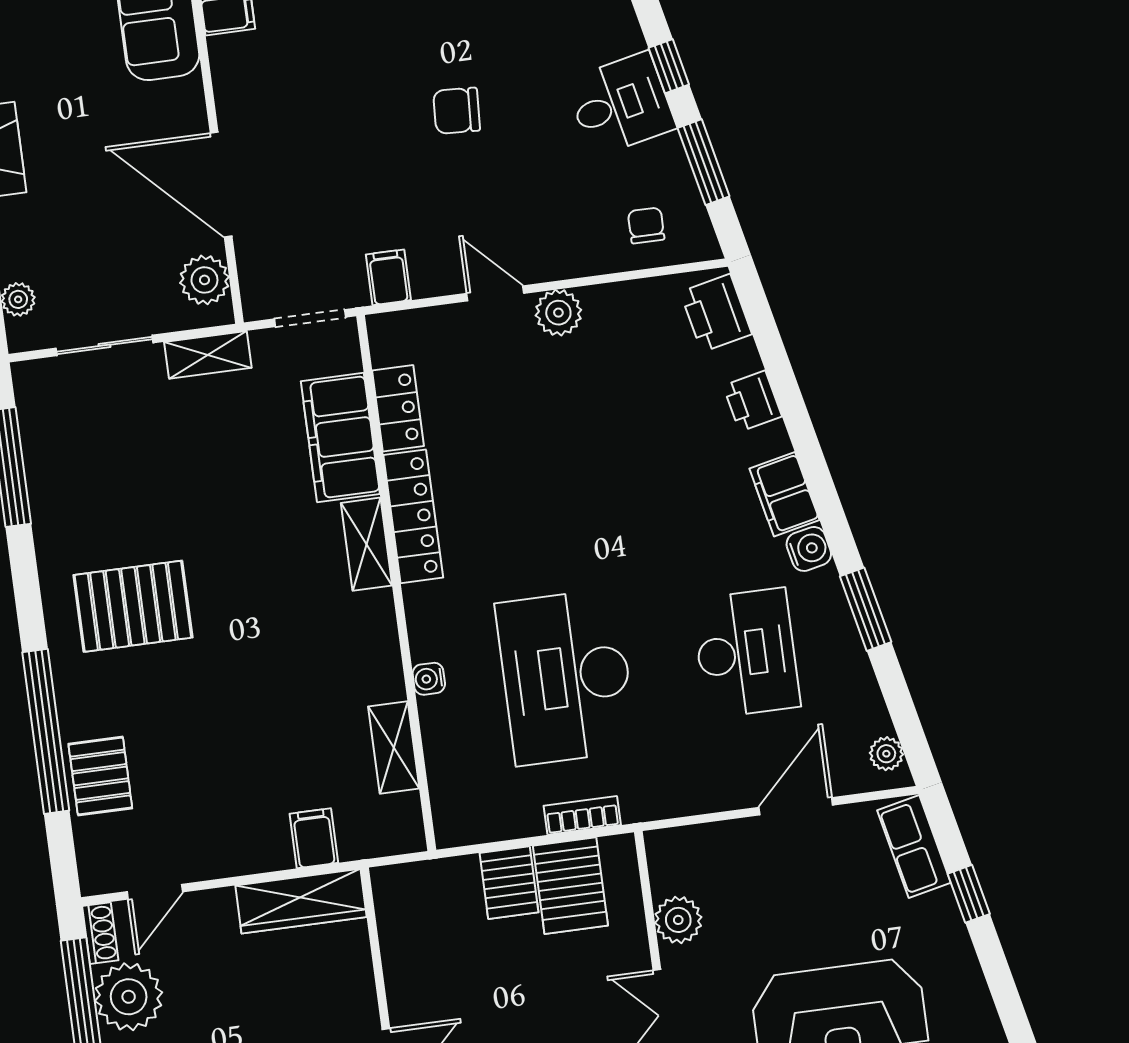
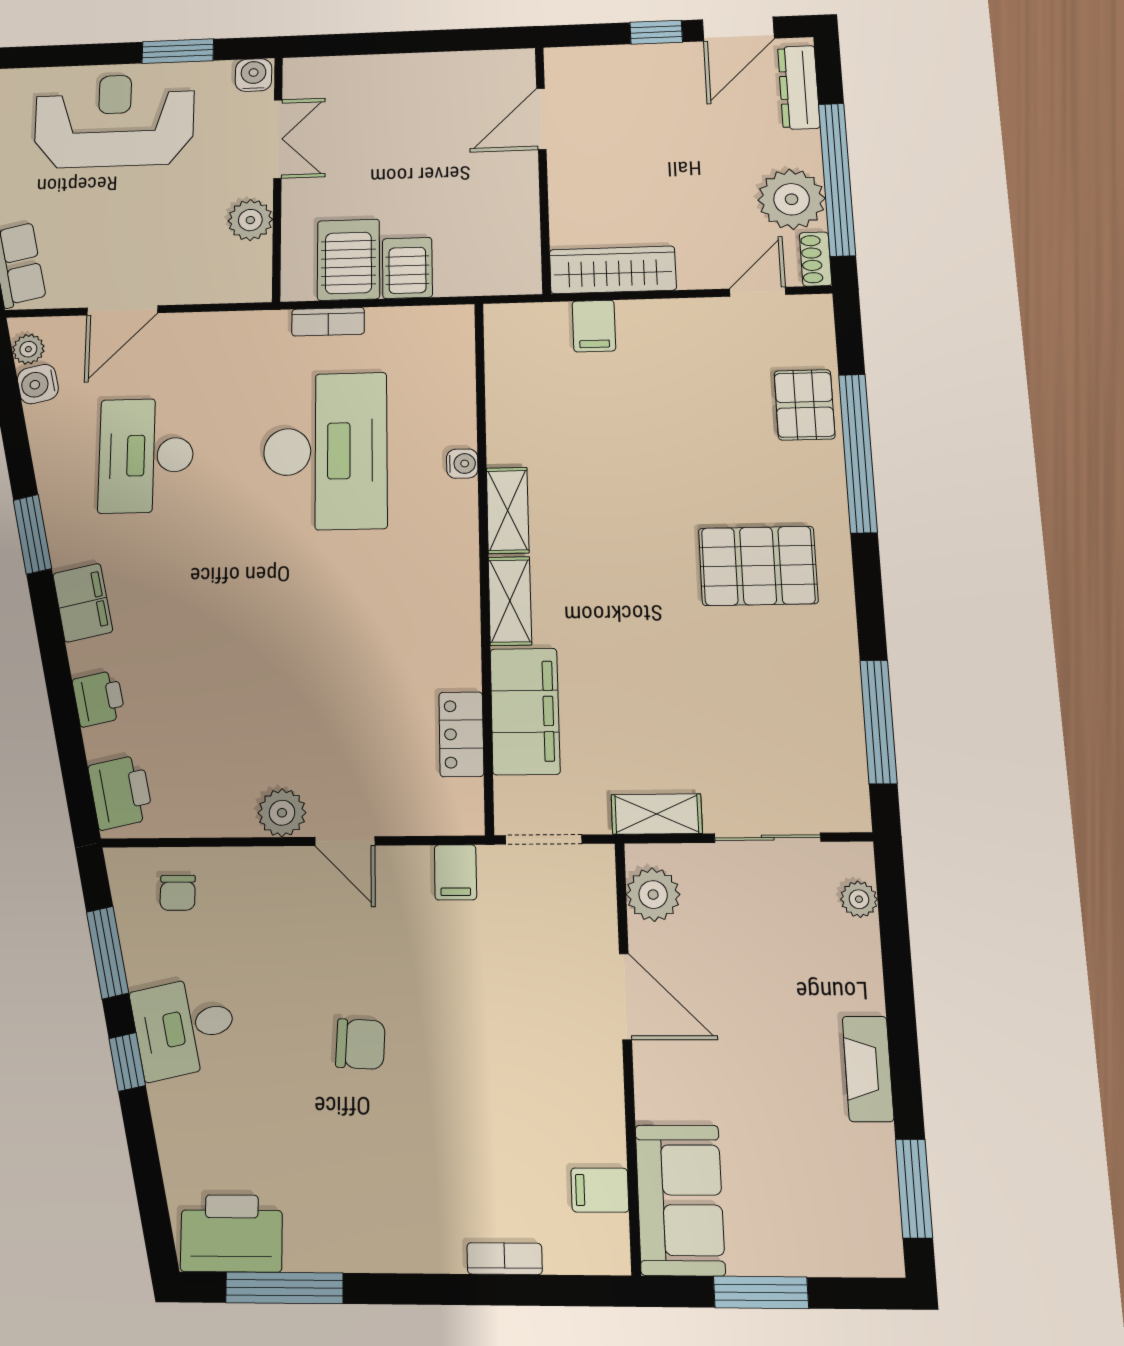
door: (221, 185) -> (625, 997), width x0.73
locker: (413, 516) -> (459, 623), removed
water cooler: (809, 549) -> (38, 384), moved
window: (866, 609) -> (32, 534), moved
shelving: (394, 748) -> (508, 510), moved

